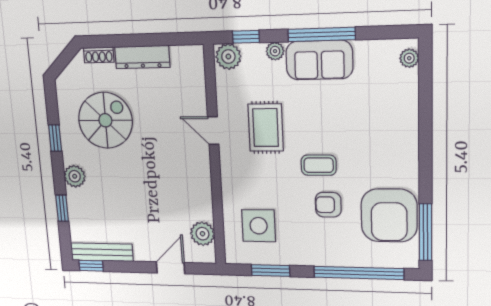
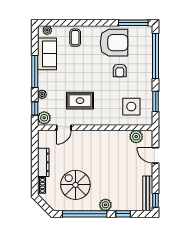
sofa: (319, 60) -> (47, 54), moved
door: (213, 131) -> (64, 128), moved
window: (55, 138) -> (85, 214), width x3.17
coffee table: (319, 165) -> (75, 38), moved
armchair: (389, 215) -> (114, 43), moved

